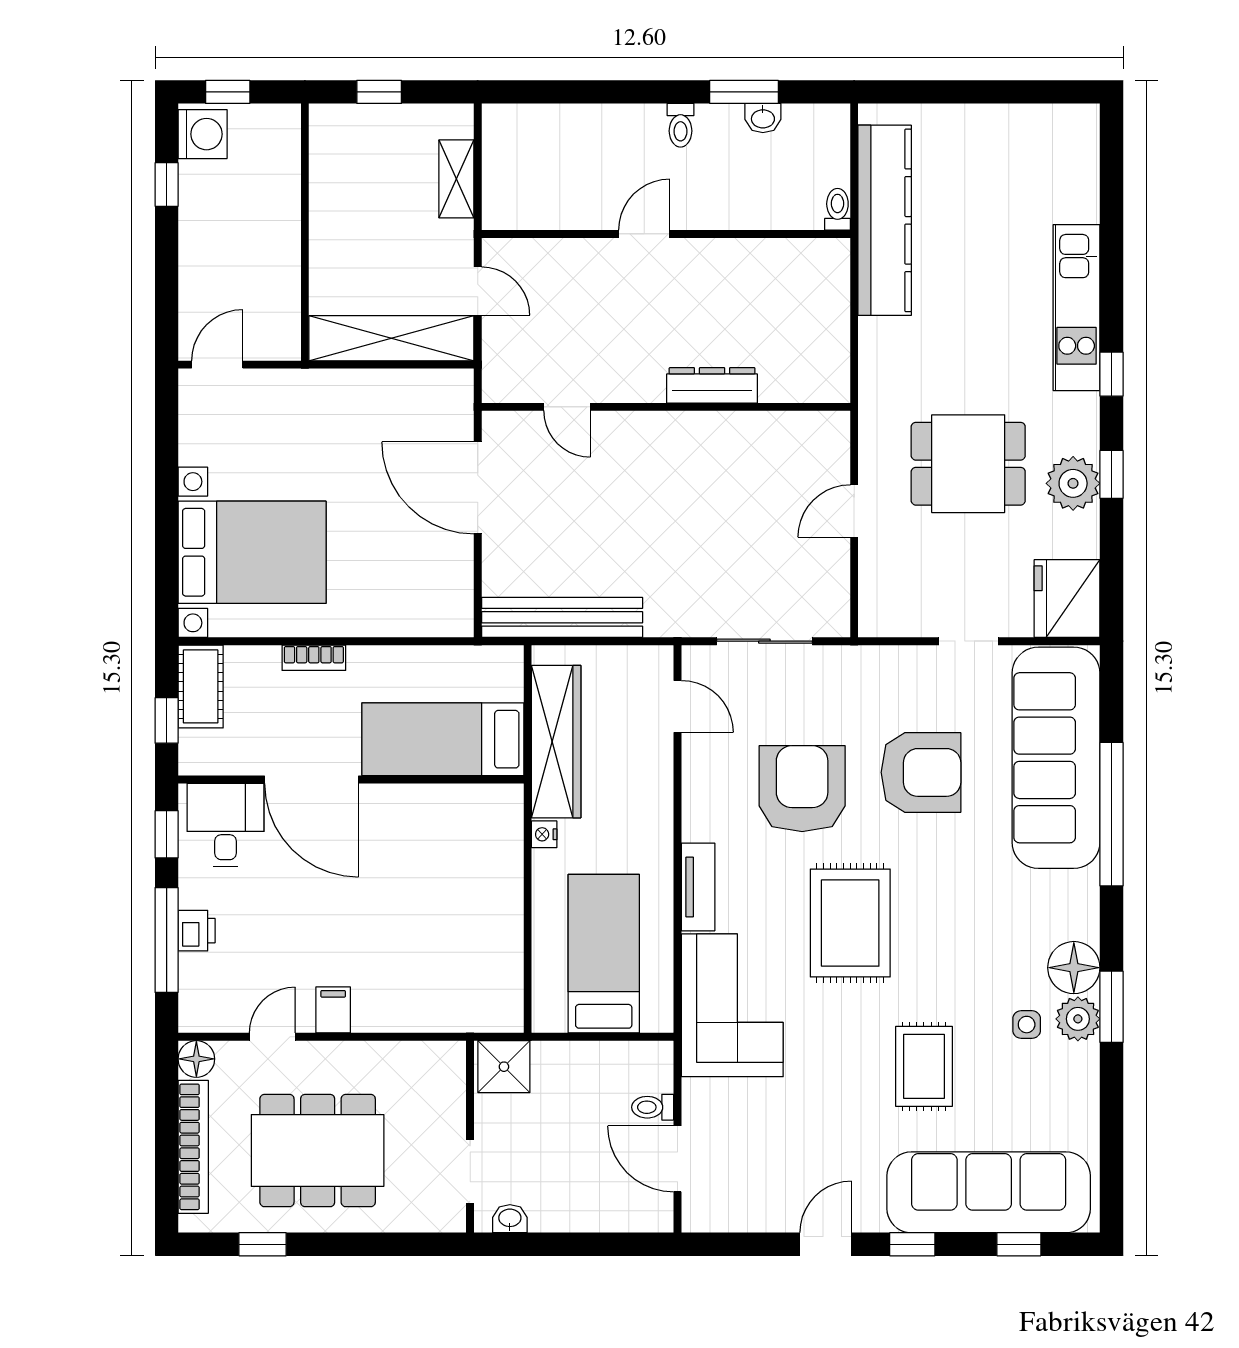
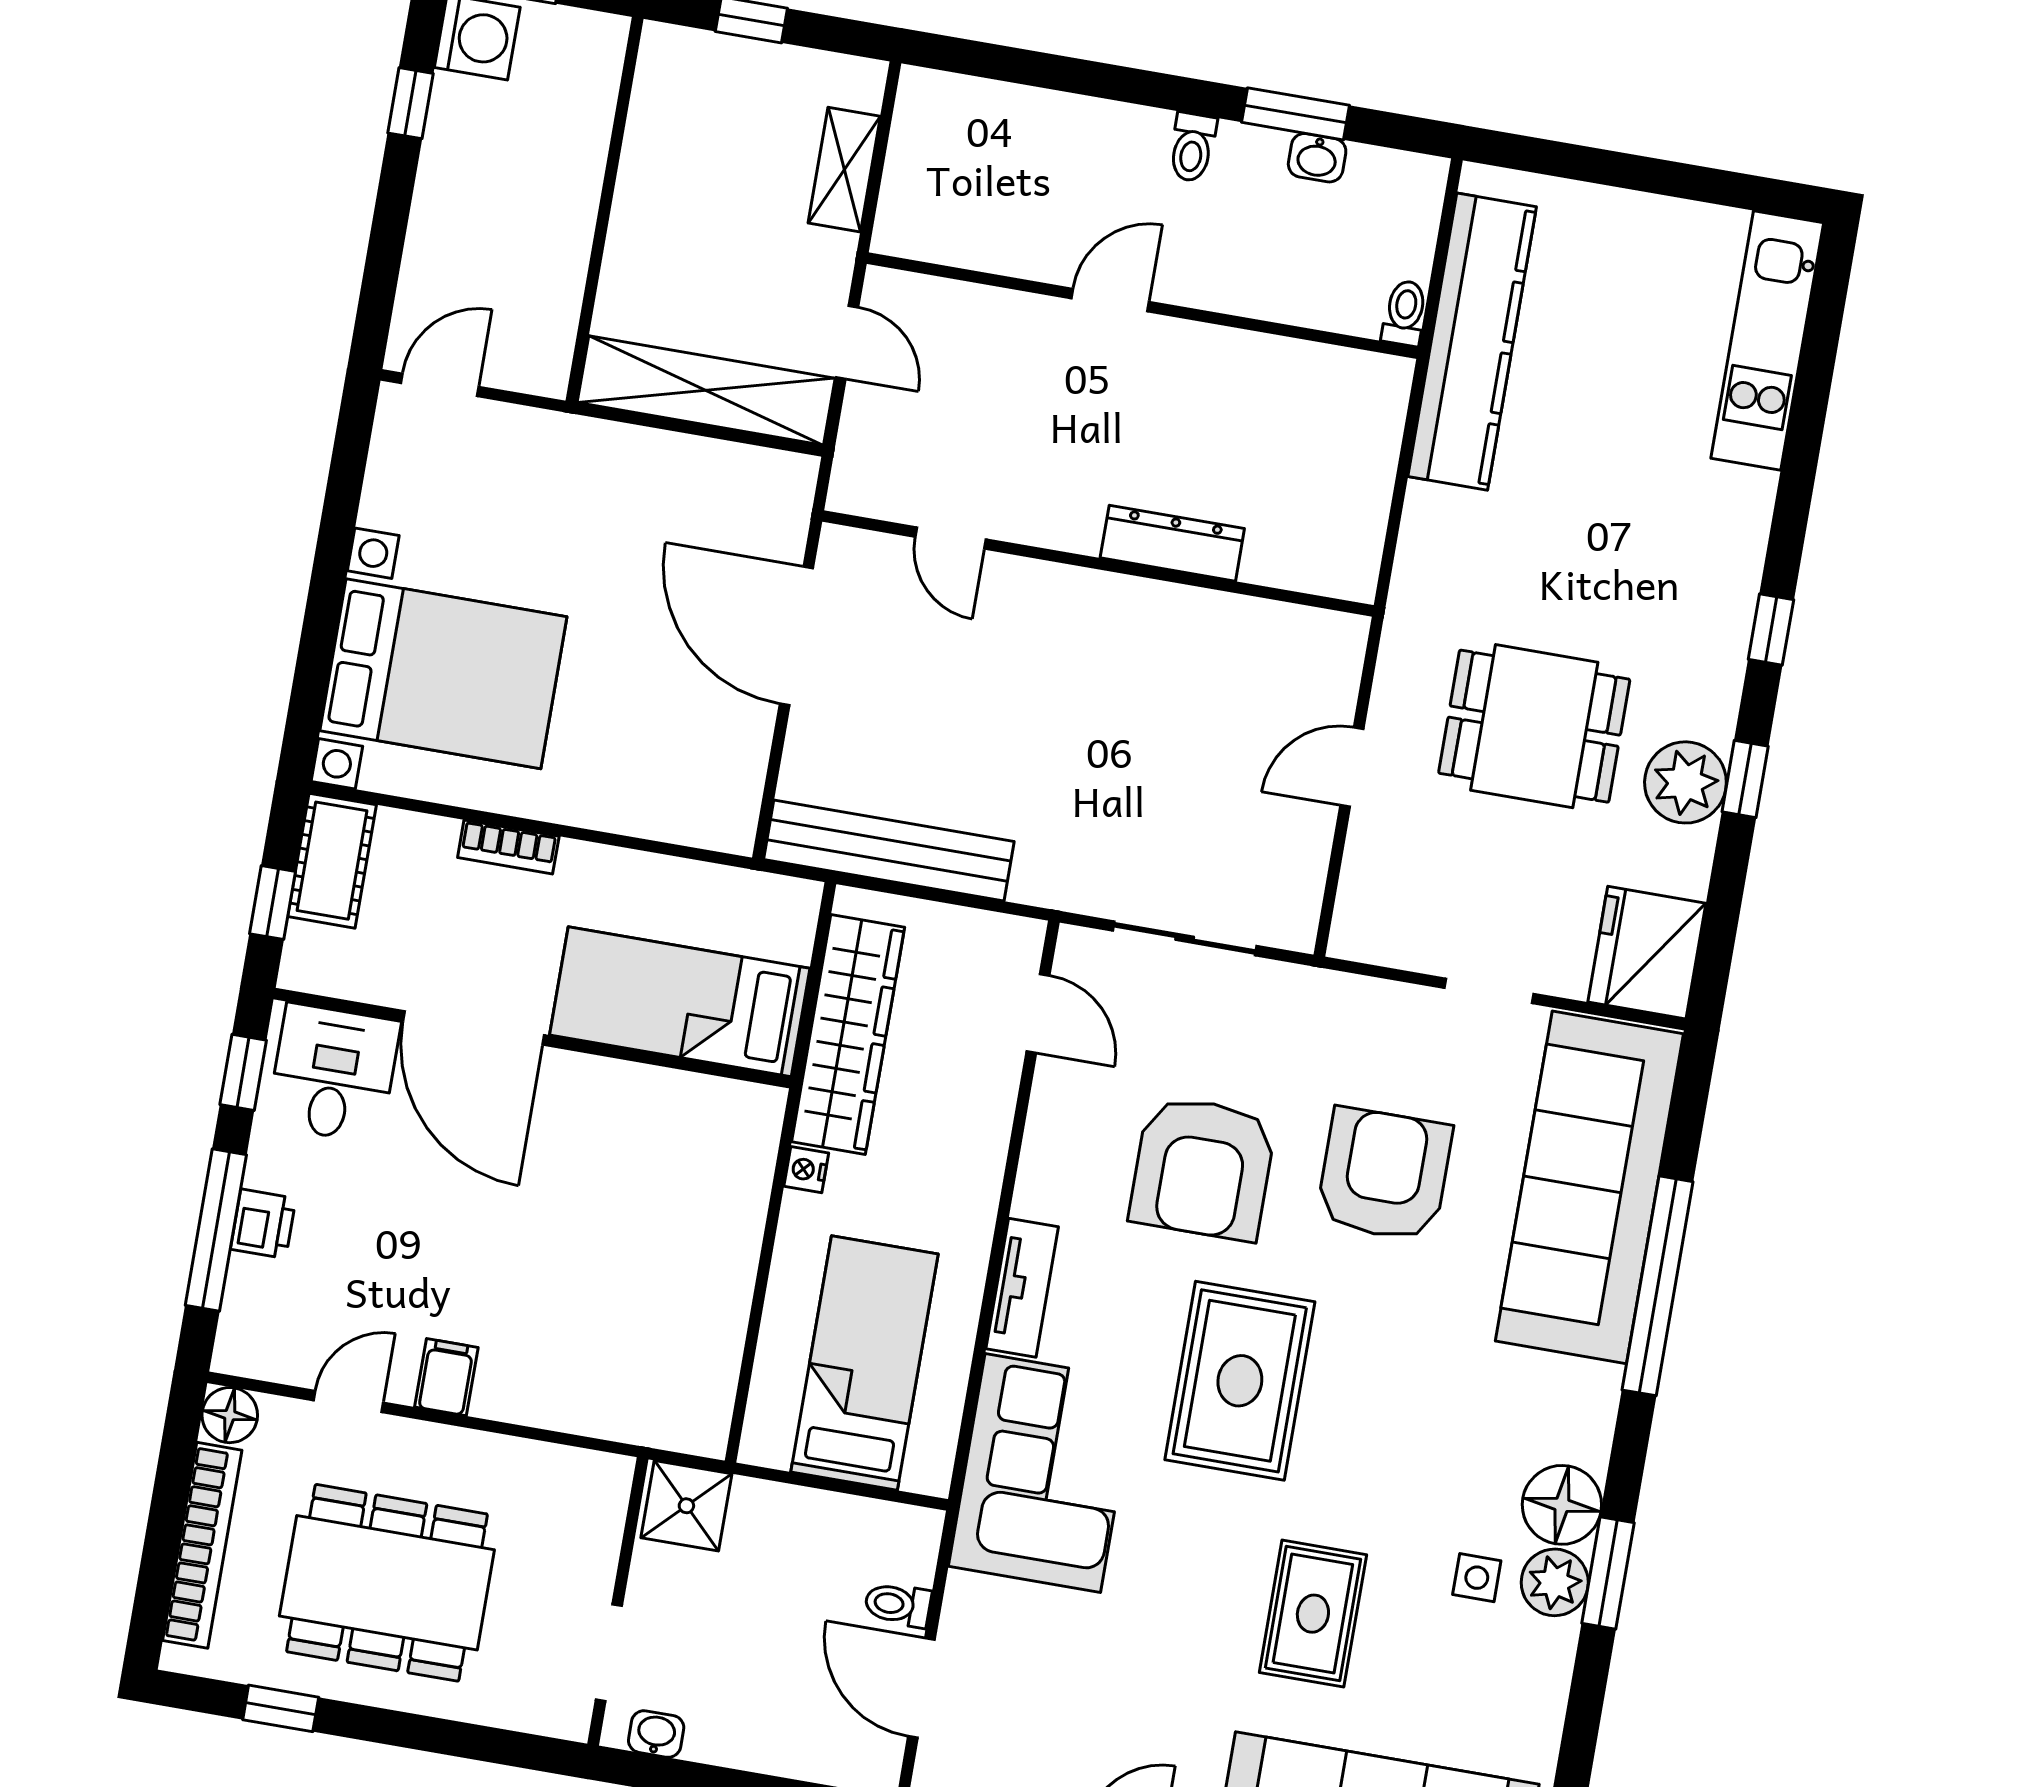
kitchen unit: (1077, 308) -> (1767, 341), moved
armchair: (921, 772) -> (1384, 1174), turned -90
armchair: (802, 789) -> (1203, 1168), turned 180

